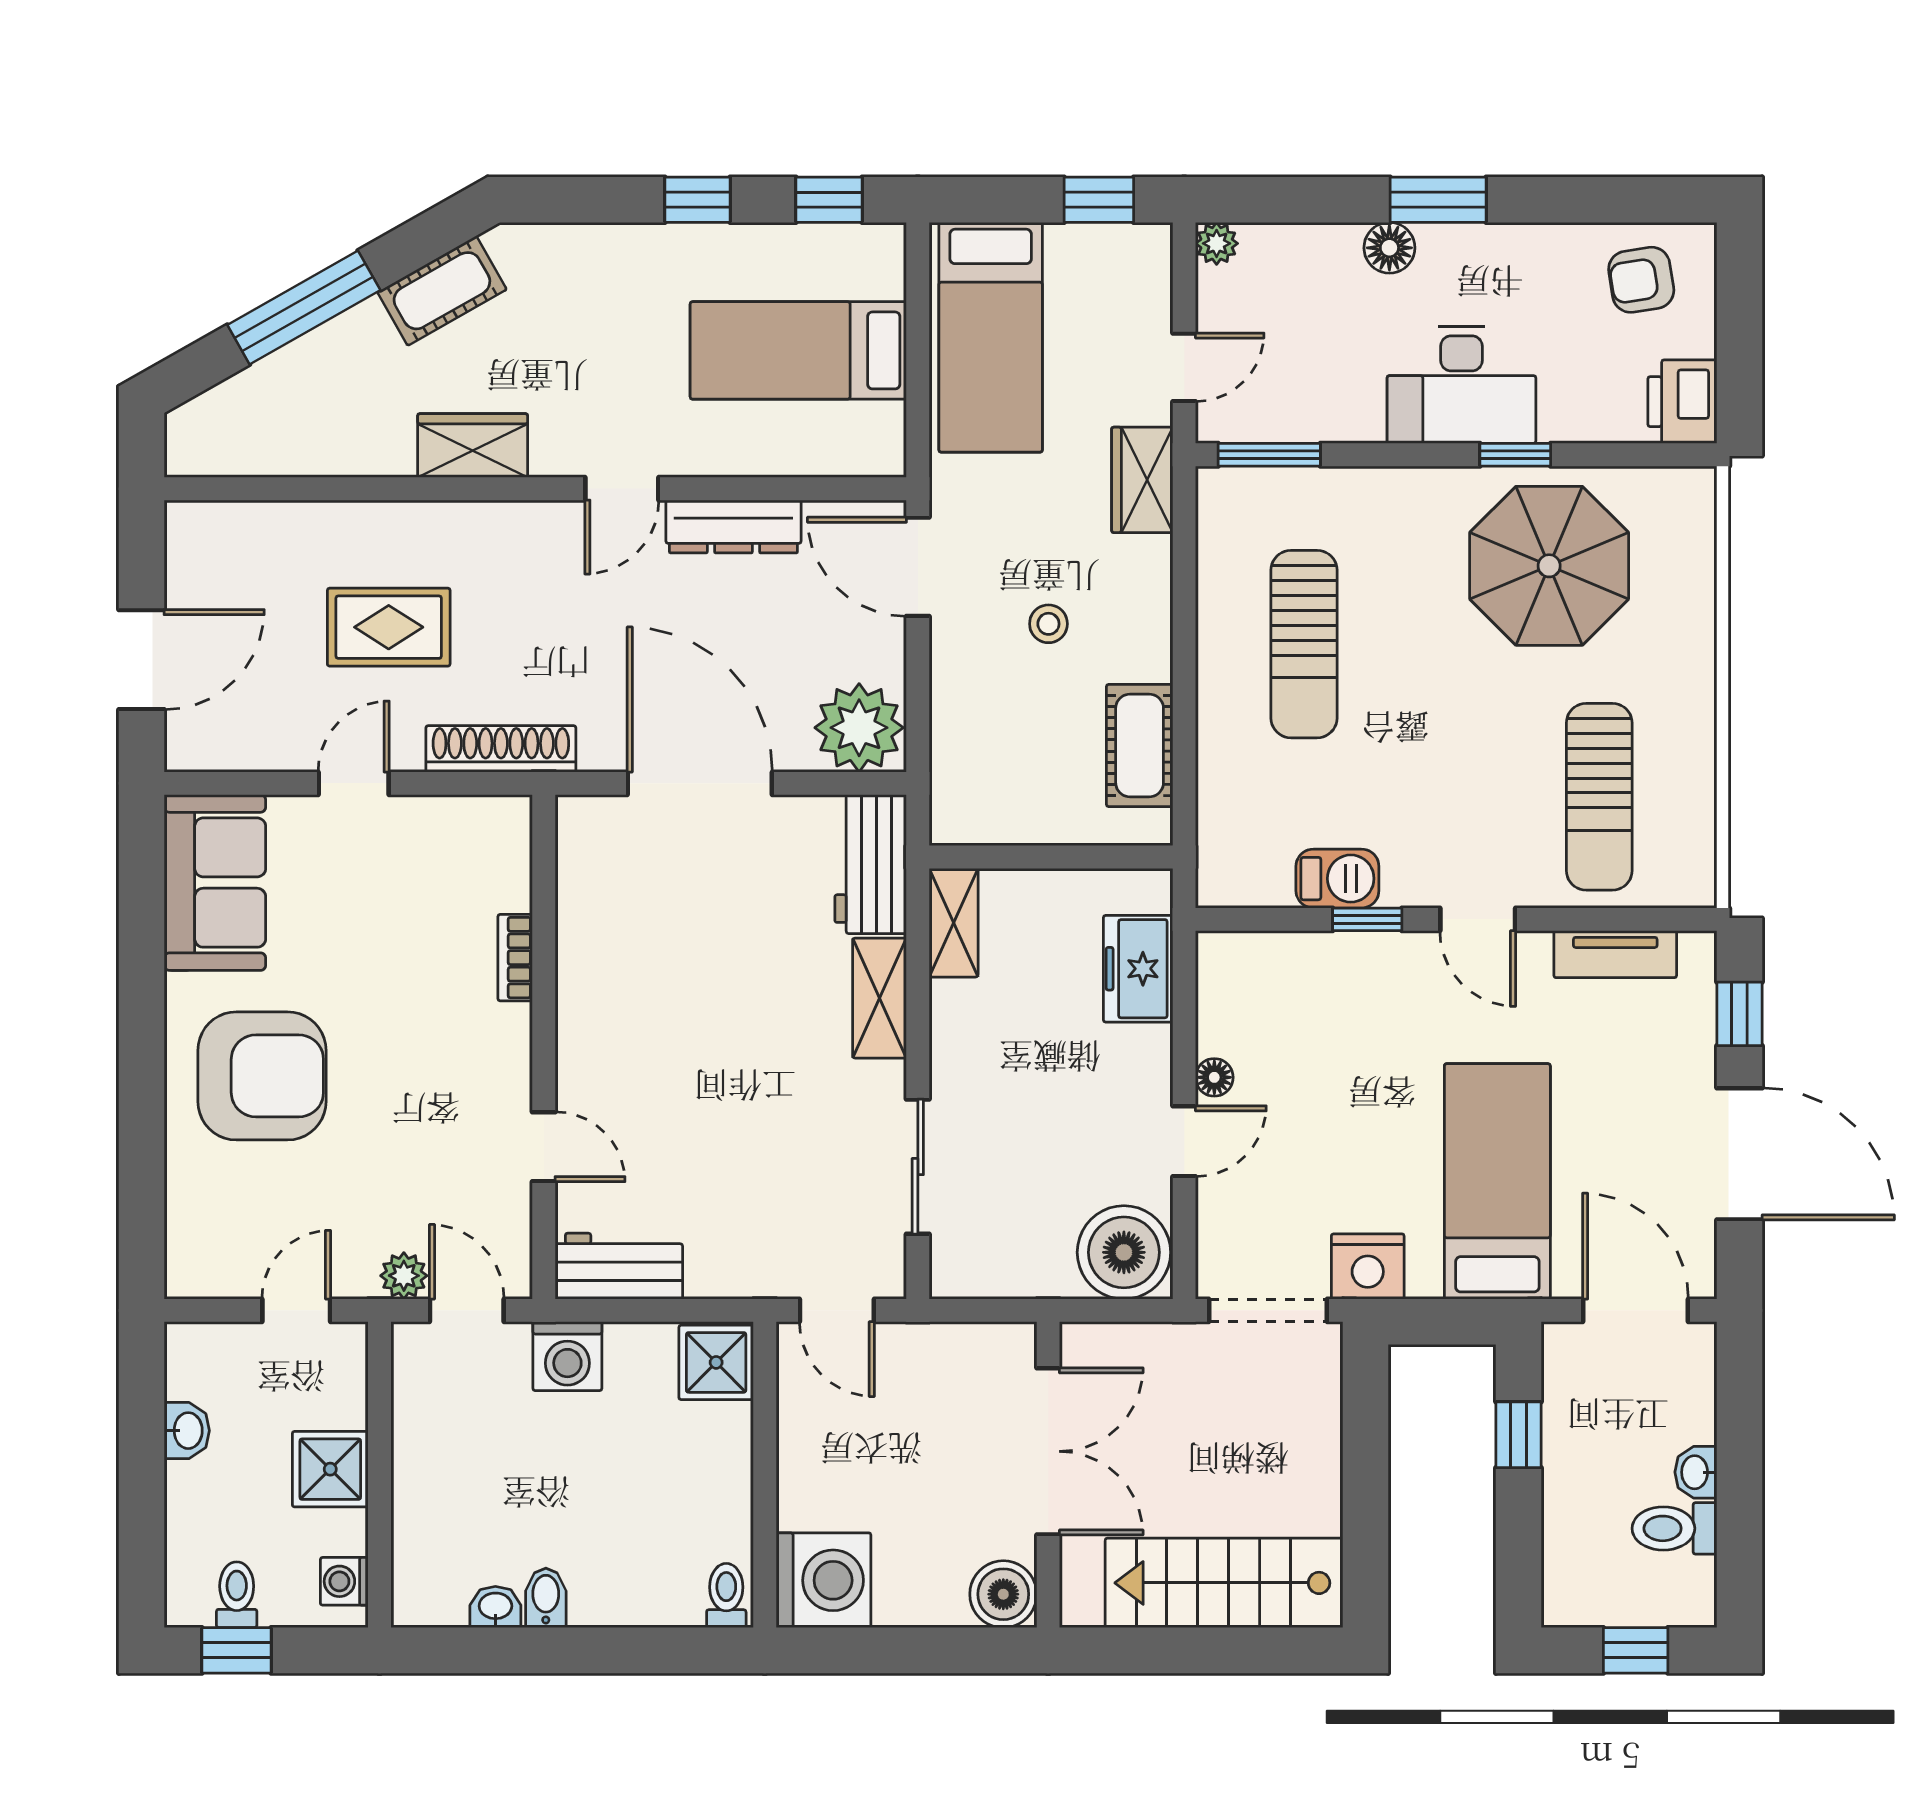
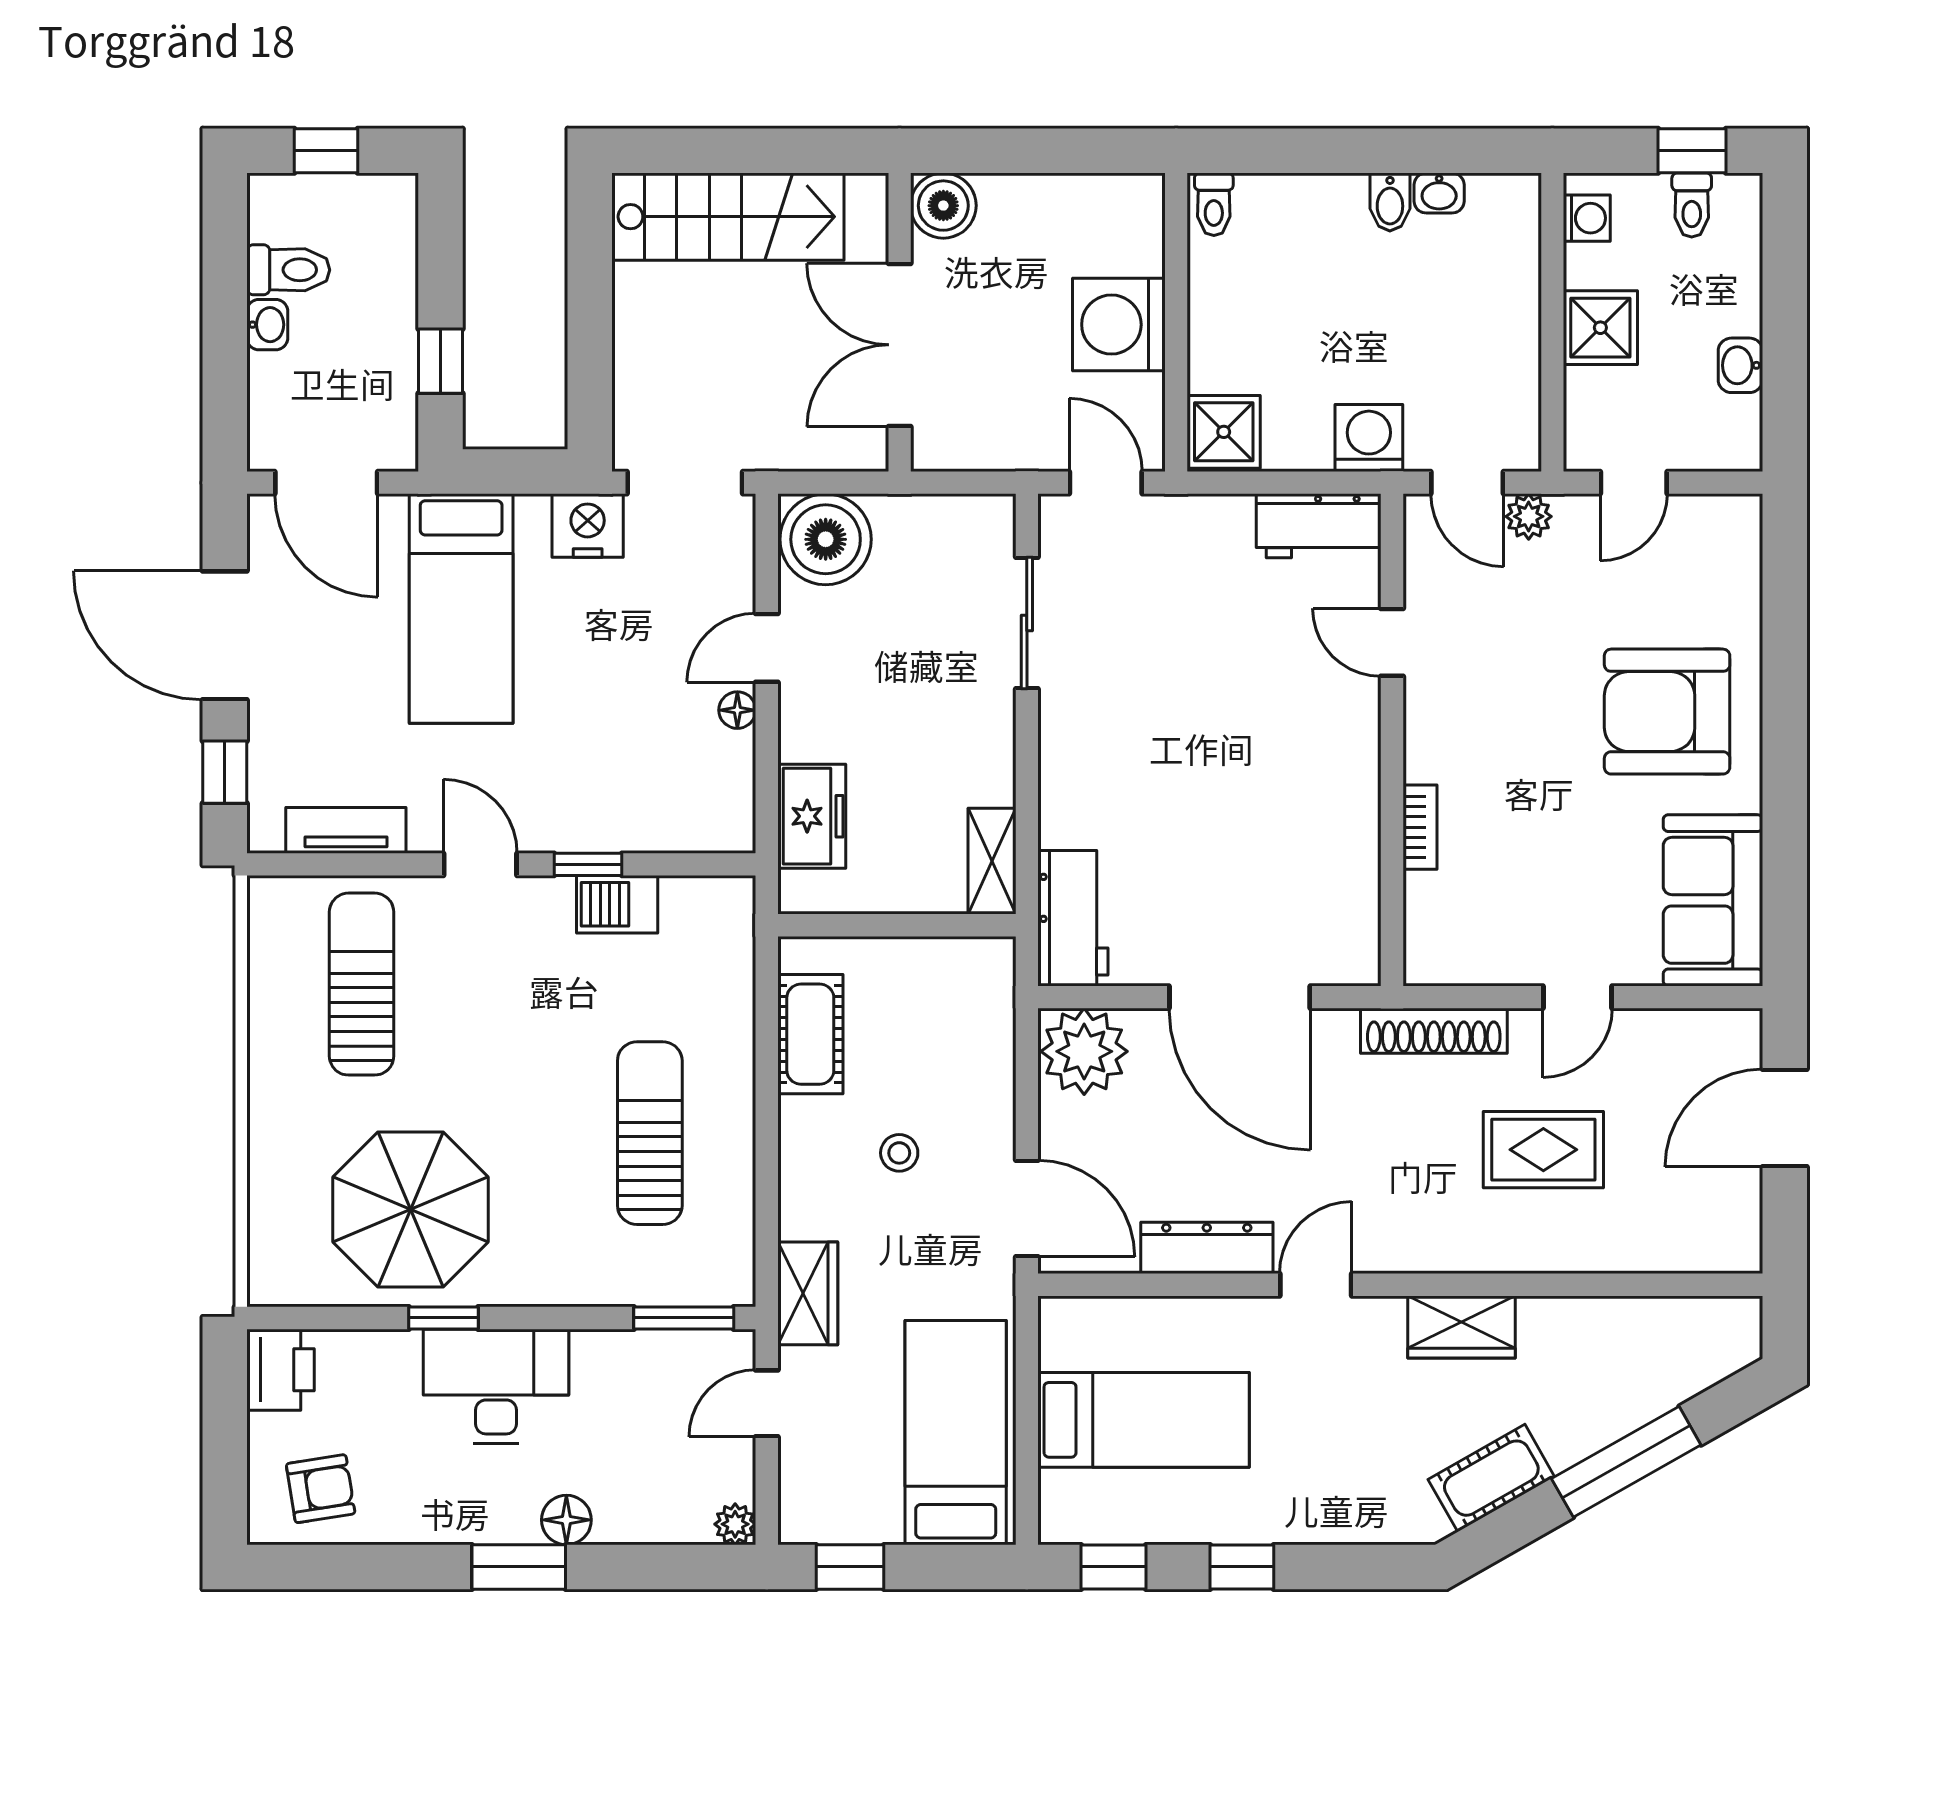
shelving: (879, 998) -> (1064, 788), removed
washing machine: (824, 1580) -> (1119, 325), moved

